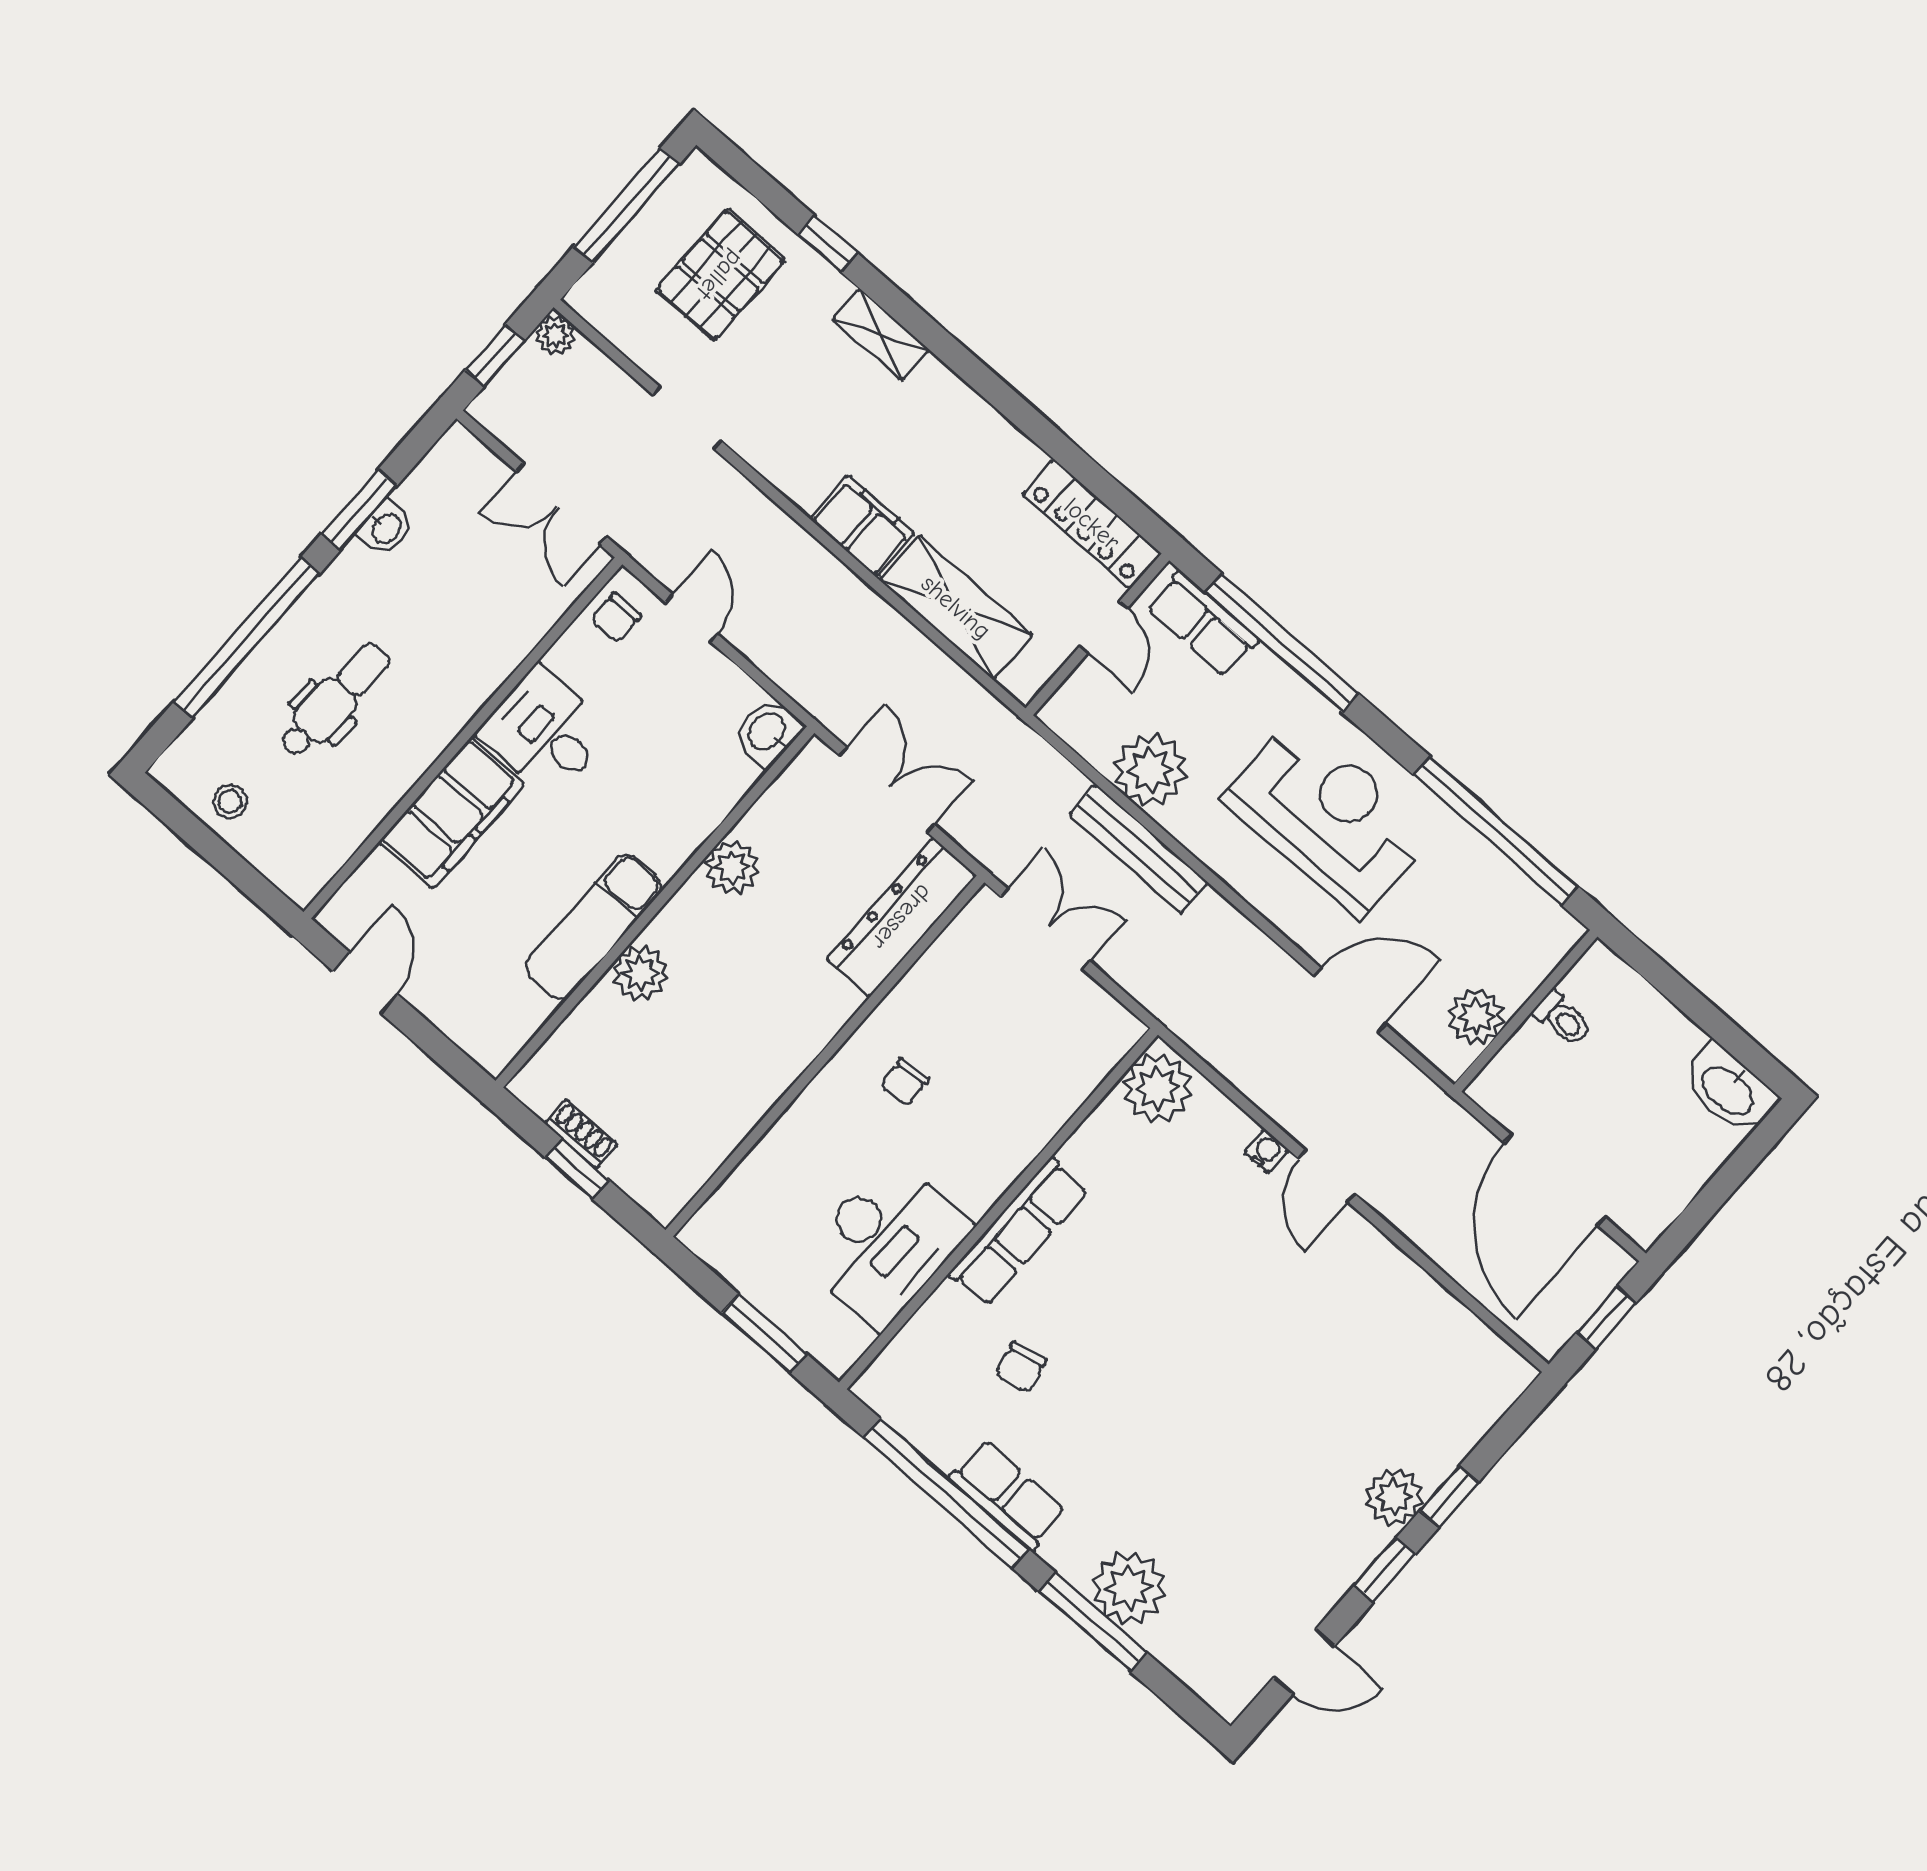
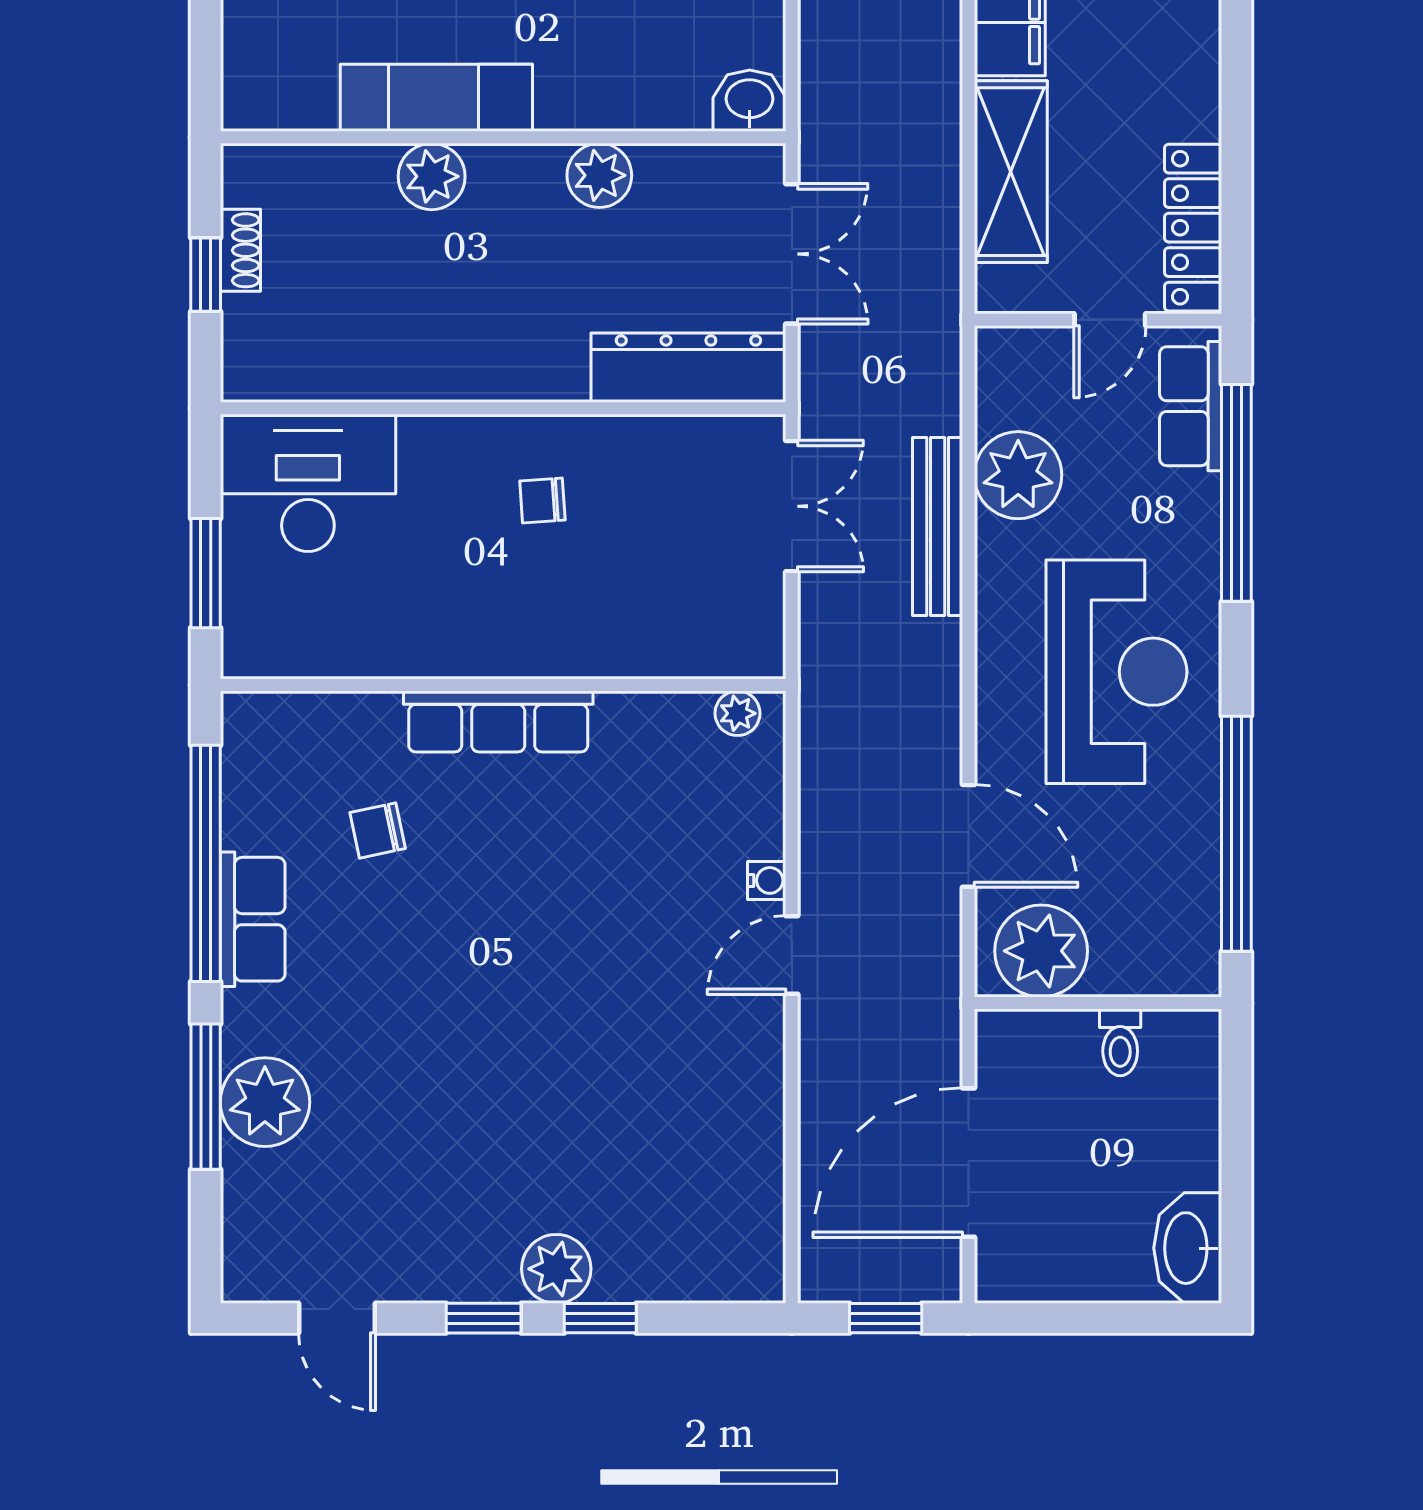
plant: (1476, 1017) -> (1041, 951), width x1.36, depth x1.36
plant: (1158, 1088) -> (737, 713), width x0.53, depth x0.53
desk: (885, 1243) -> (308, 483), moved, turned 180

